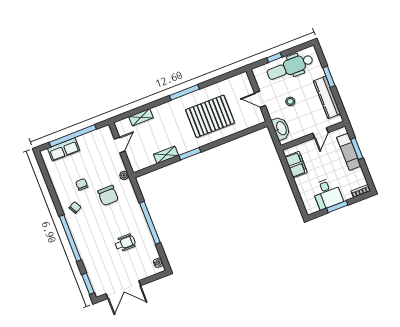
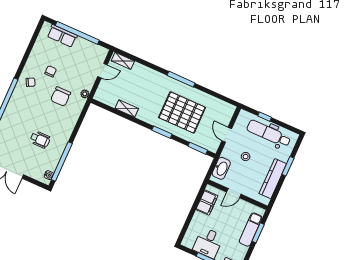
shelving: (141, 117) -> (123, 61), moved
window: (248, 131) -> (198, 148), added
door: (321, 133) -> (234, 193), moved
window: (190, 154) -> (162, 132), moved
window: (150, 223) -> (62, 162), moved

